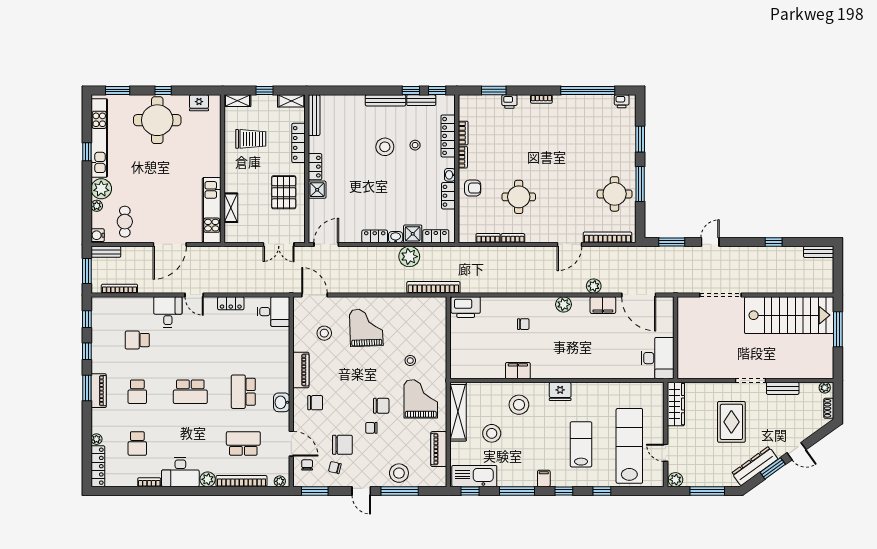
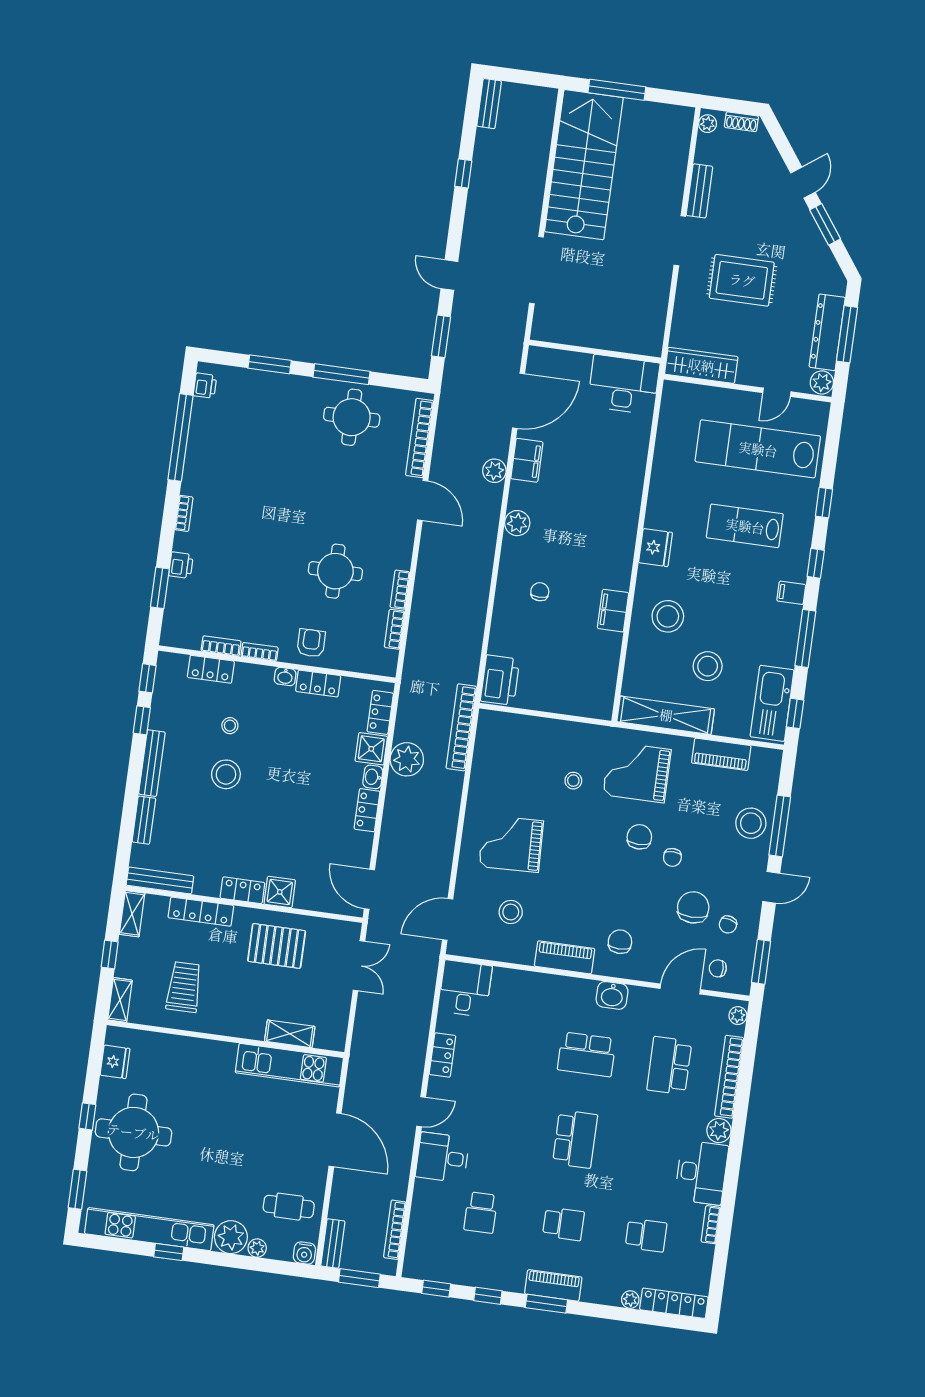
bench: (421, 100) -> (144, 820), moved
locker: (448, 136) -> (211, 669), width x0.66
dresser: (755, 466) -> (827, 332), moved, turned 36

